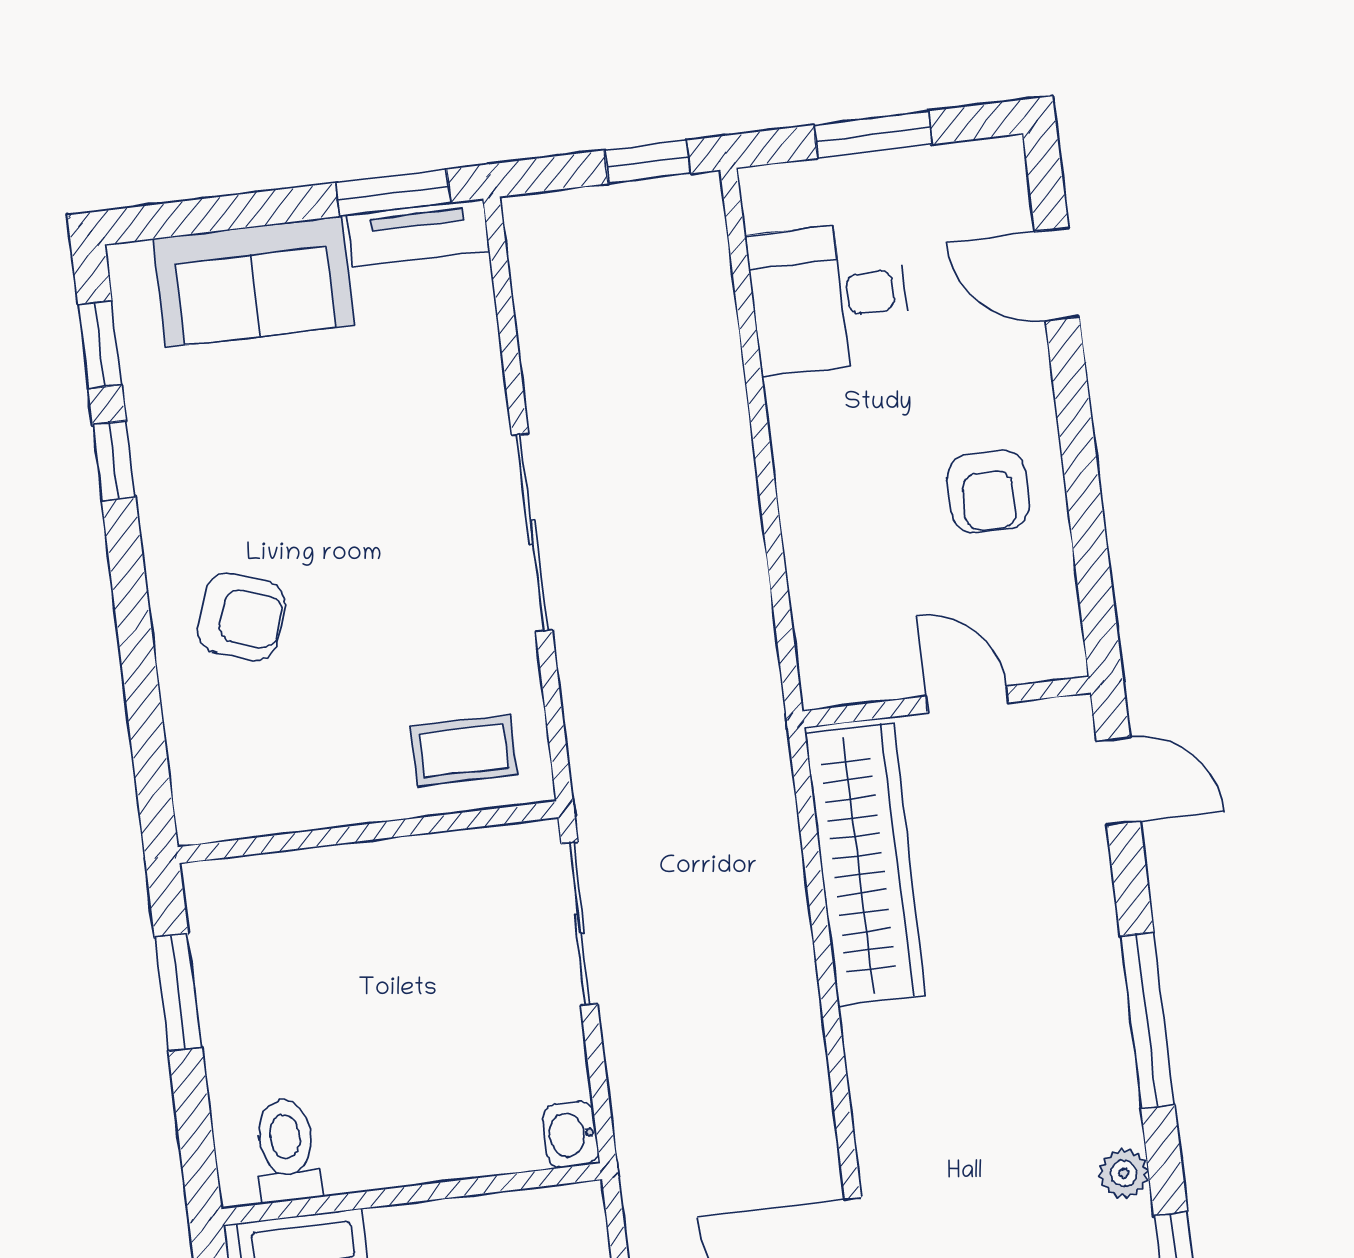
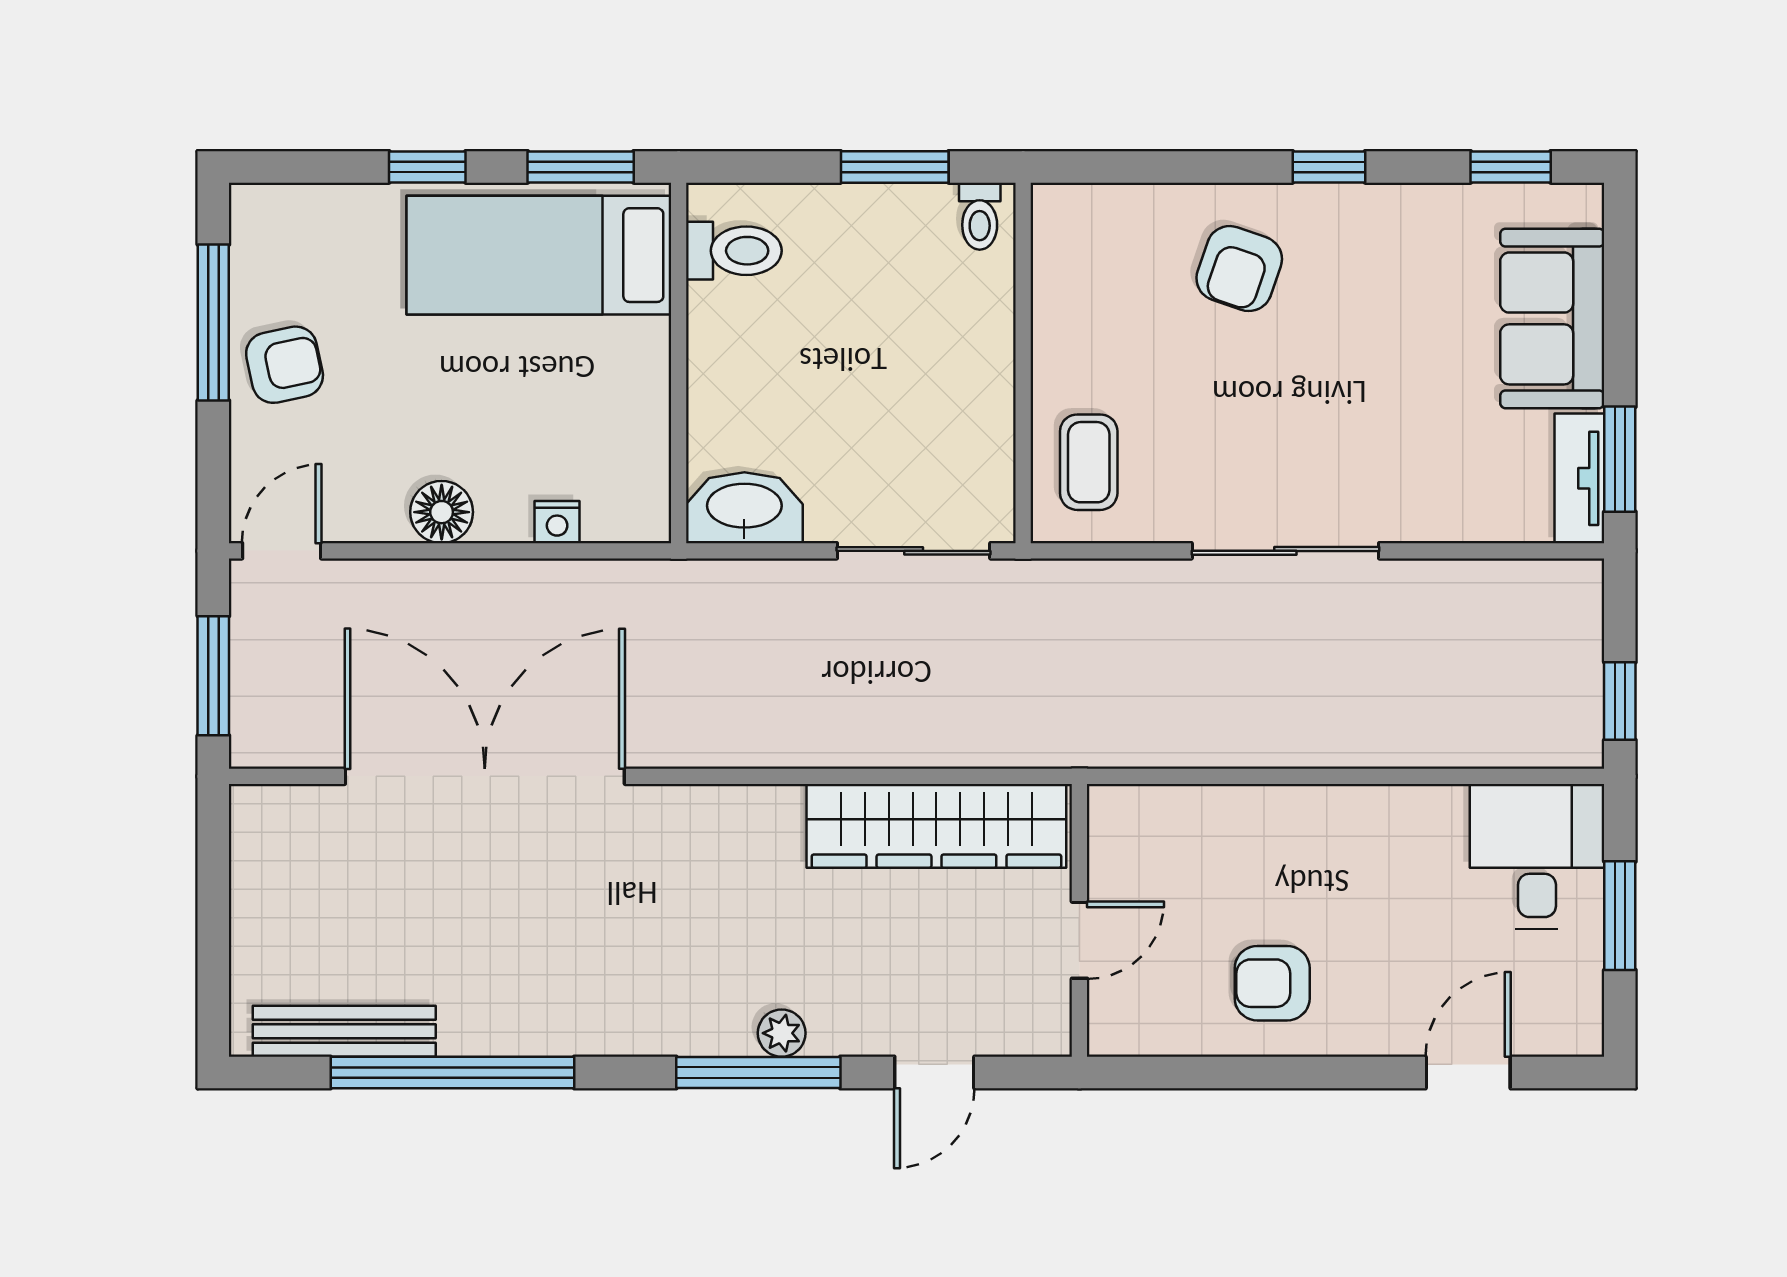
desk: (829, 297) -> (1537, 856), moved
window: (114, 461) -> (1329, 167), moved
door: (1118, 781) -> (934, 1072), moved
toilet: (219, 896) -> (980, 216), added
washbasin: (571, 1134) -> (744, 508), width x1.91, depth x1.45
plant: (1124, 1173) -> (782, 1033), moved

